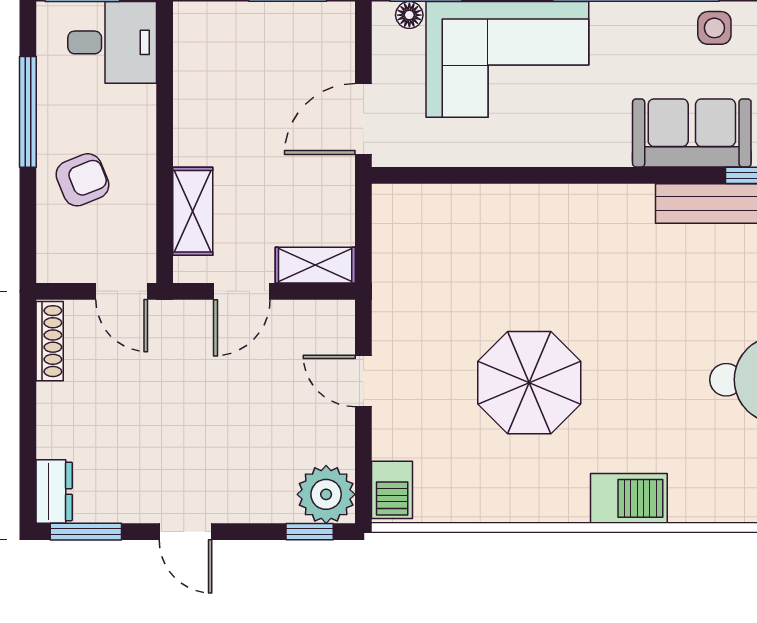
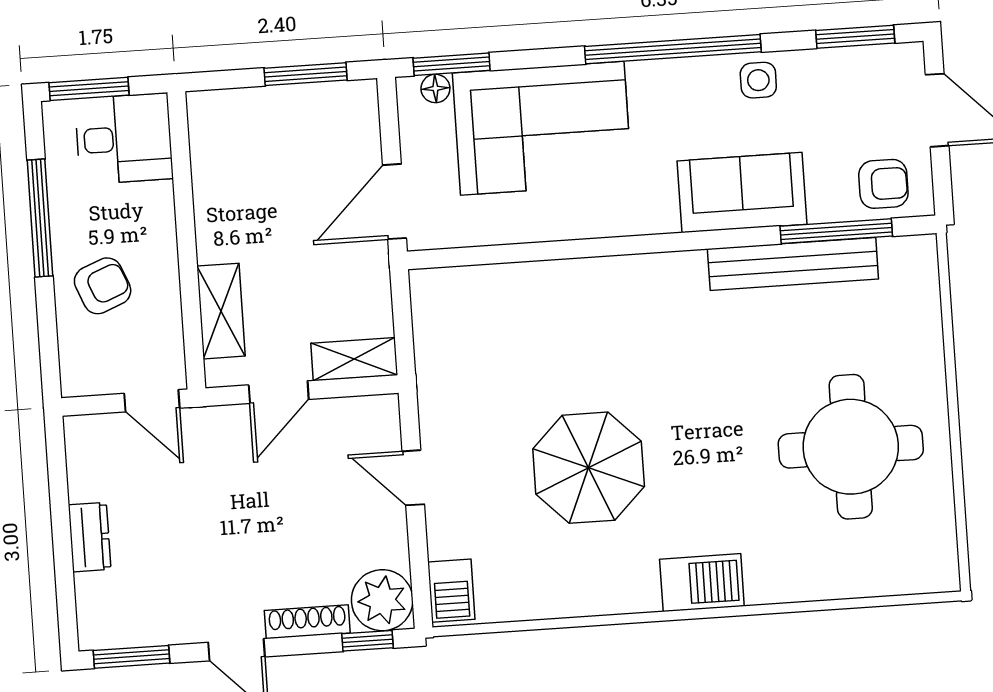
shoe rack: (50, 341) -> (307, 622), moved, turned -90
dresser: (54, 491) -> (90, 537), moved

